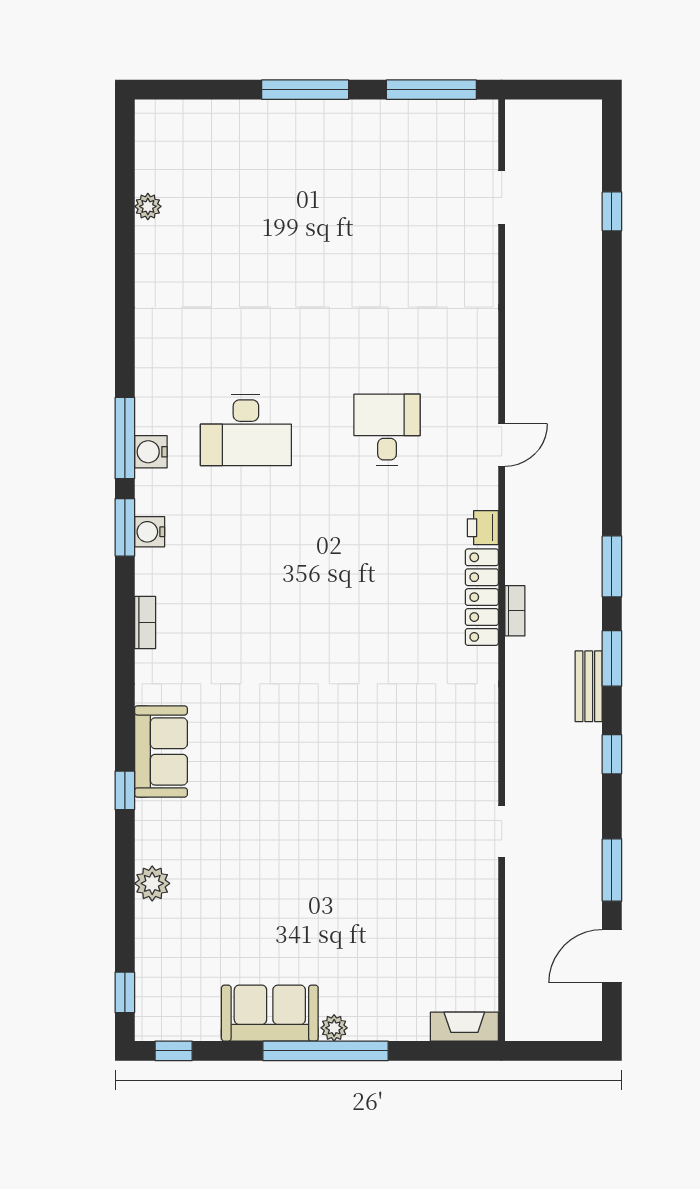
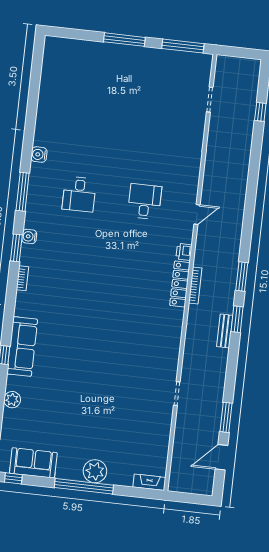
plant: (148, 206) -> (45, 86), removed
desk: (246, 430) -> (79, 194), width x0.73
water cooler: (151, 452) -> (39, 155), moved
window: (125, 527) -> (16, 248), moved
bookcase: (515, 611) -> (195, 286), width x1.56
sofa: (161, 751) -> (22, 347), width x1.36
window: (612, 754) -> (232, 364), removed
sofa: (270, 1013) -> (33, 463), moved
plant: (334, 1028) -> (95, 471), width x1.88, depth x1.88

